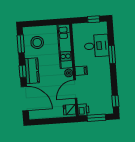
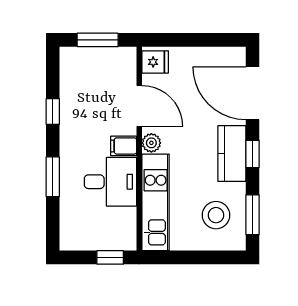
window: (94, 19) -> (110, 257), moved
desk: (97, 46) -> (110, 182), moved, turned 180
door: (75, 89) -> (139, 106), hinge flipped
window: (115, 101) -> (53, 112), moved
printer: (83, 110) -> (125, 59), removed

